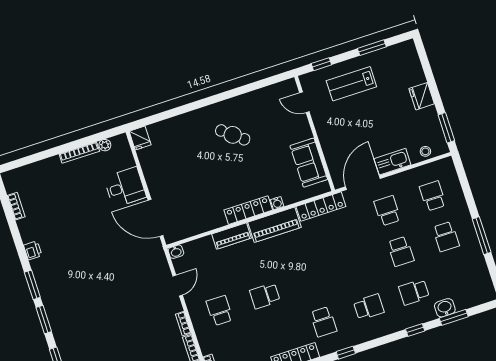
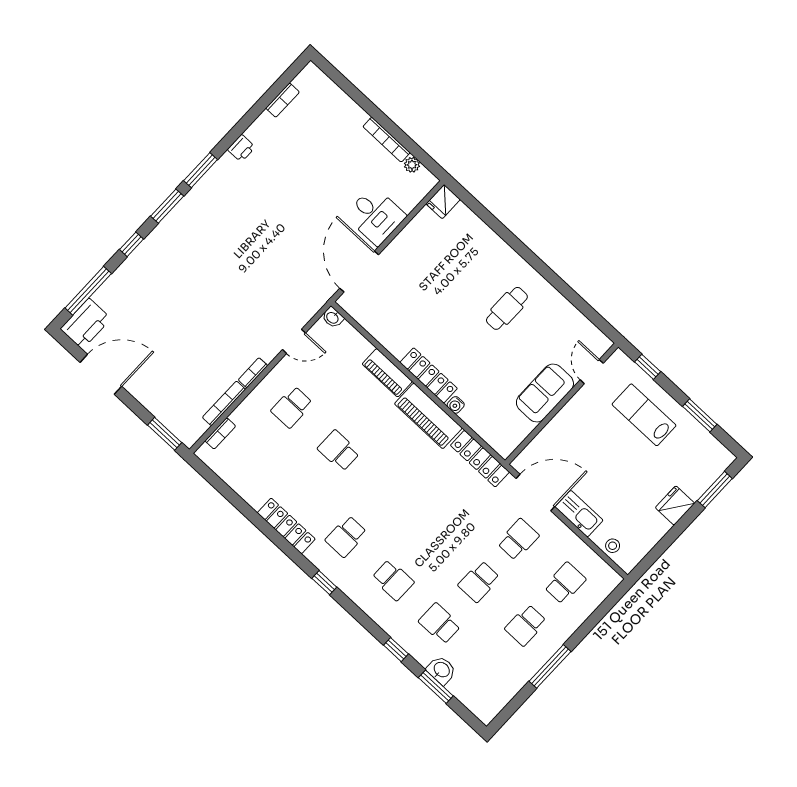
window: (446, 128) -> (715, 490), moved
cafe table: (233, 135) -> (507, 308), turned 51
sofa: (309, 163) -> (545, 393), moved
school desk: (220, 311) -> (292, 407), turned 180

